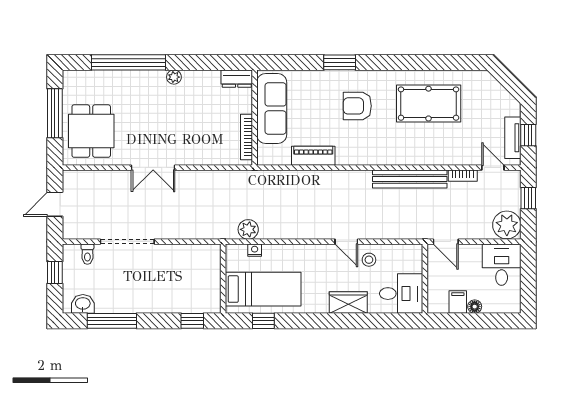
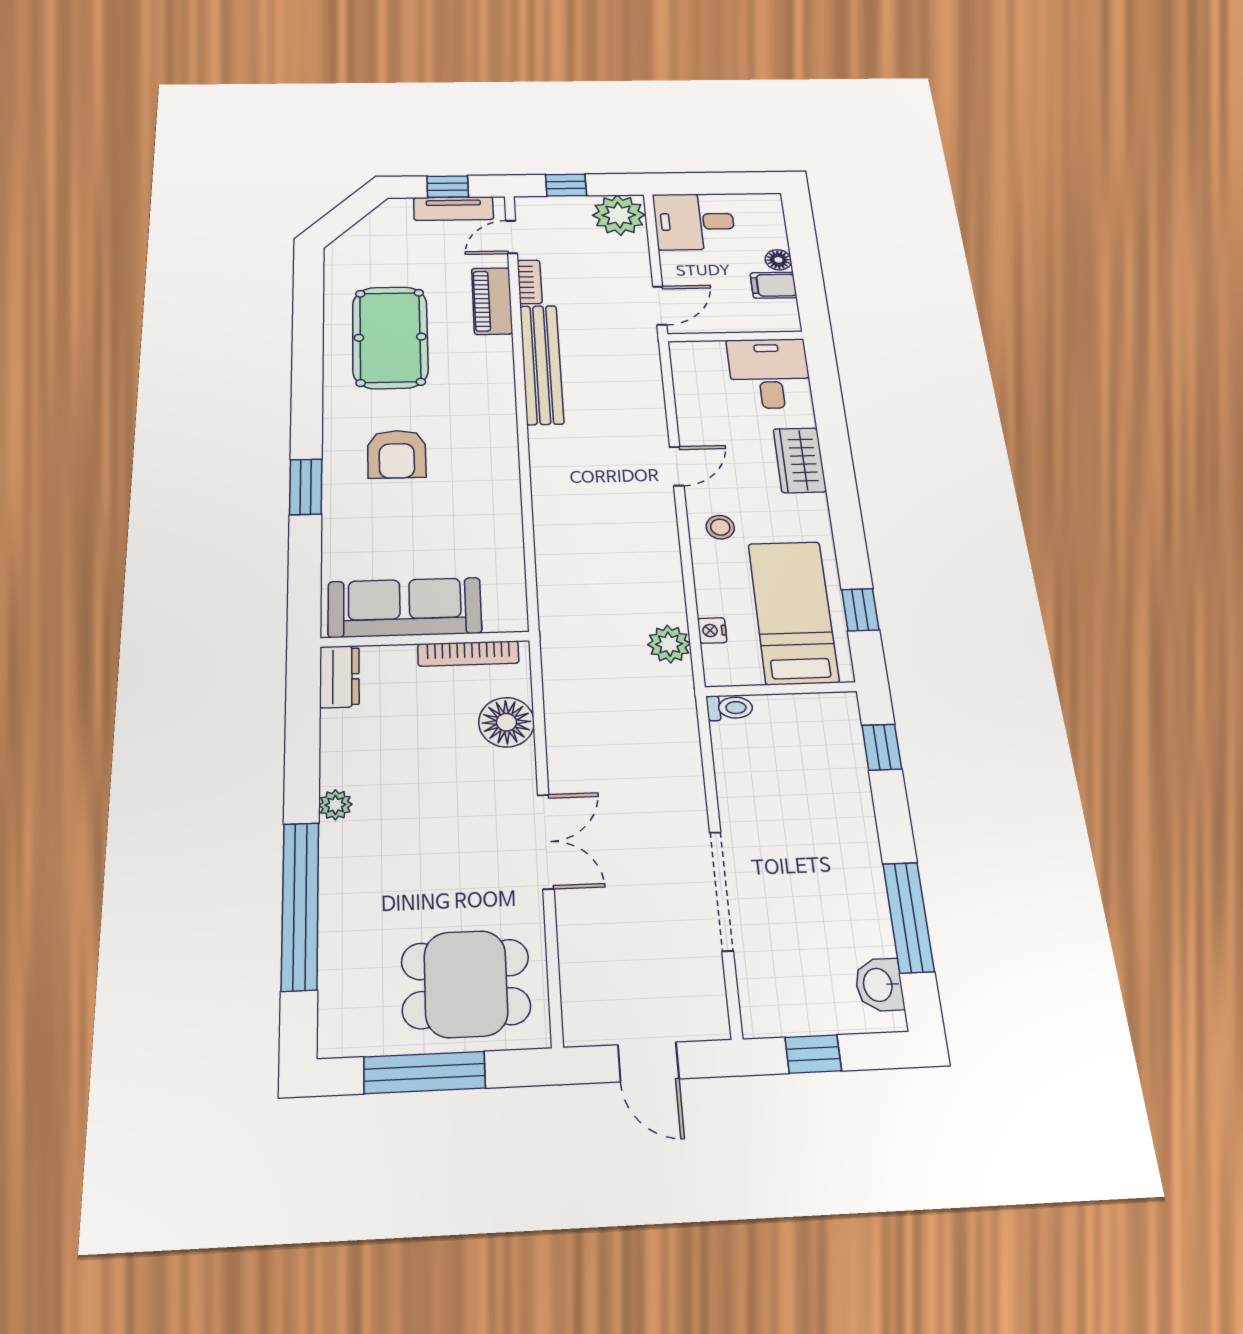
floor lamp: (211, 153) -> (506, 722), added
piano: (313, 156) -> (492, 301), moved
toilet: (87, 254) -> (730, 708), moved
stool: (369, 260) -> (720, 527), moved

